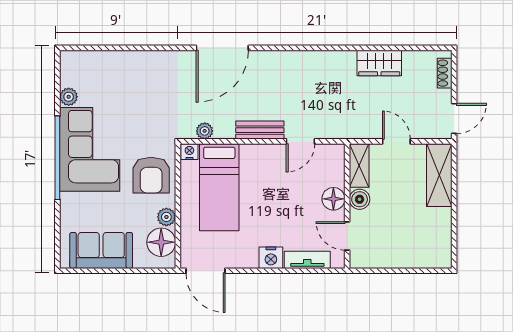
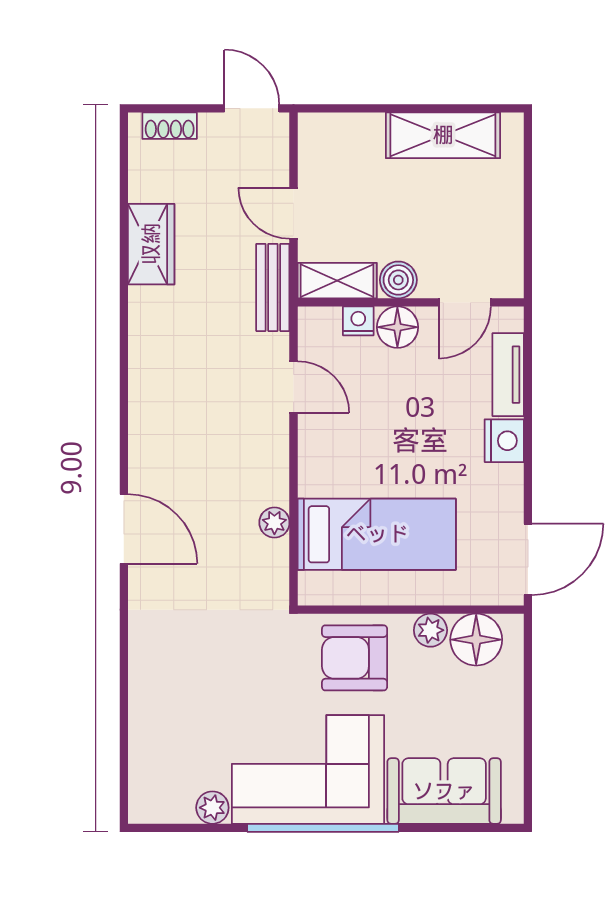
door: (222, 48) -> (124, 529), width x0.73
bench: (260, 130) -> (273, 287), moved
plant: (205, 131) -> (274, 523), moved
door: (396, 141) -> (294, 213), hinge flipped
nightstand: (189, 152) -> (358, 321), moved, turned 90
armchair: (151, 175) -> (355, 658), turned 180
shelving: (439, 175) -> (443, 135), moved
sofa: (101, 250) -> (444, 791), moved, turned 90

